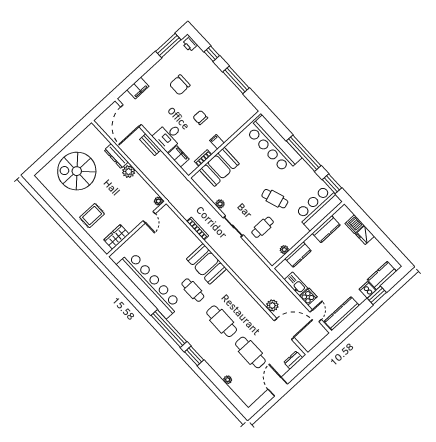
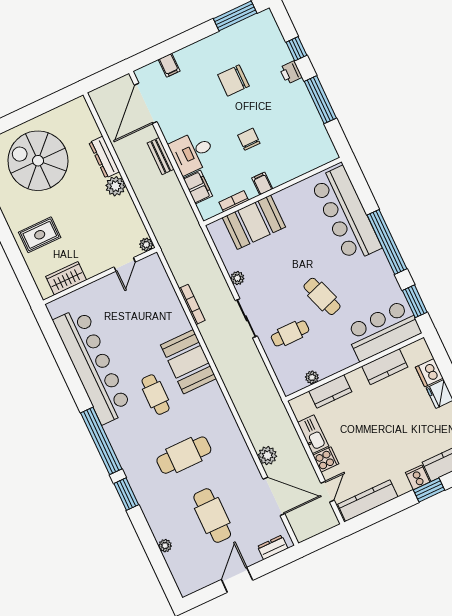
printer: (190, 44) -> (291, 72), moved
filing cabinet: (138, 88) -> (169, 65), width x0.50
cafe table: (222, 321) -> (184, 455), turned 90

